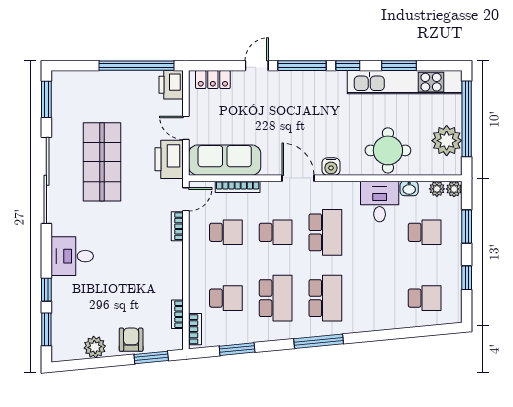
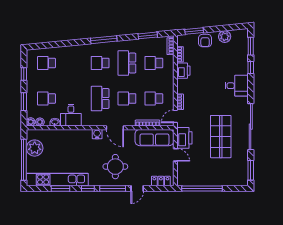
printer: (171, 85) -> (183, 71), moved
round table: (388, 150) -> (115, 167), moved
school desk: (325, 298) -> (100, 63), width x0.54

